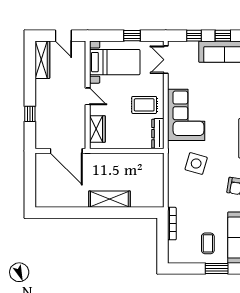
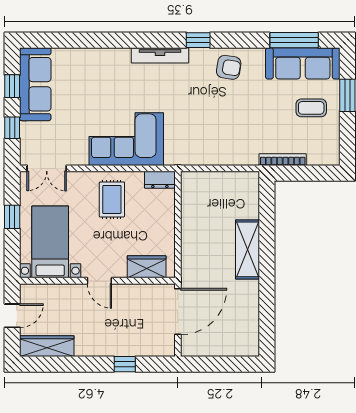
door: (88, 96) -> (99, 281), swing flipped
dresser: (158, 134) -> (160, 180), width x0.70
side table: (196, 164) -> (196, 125), removed

